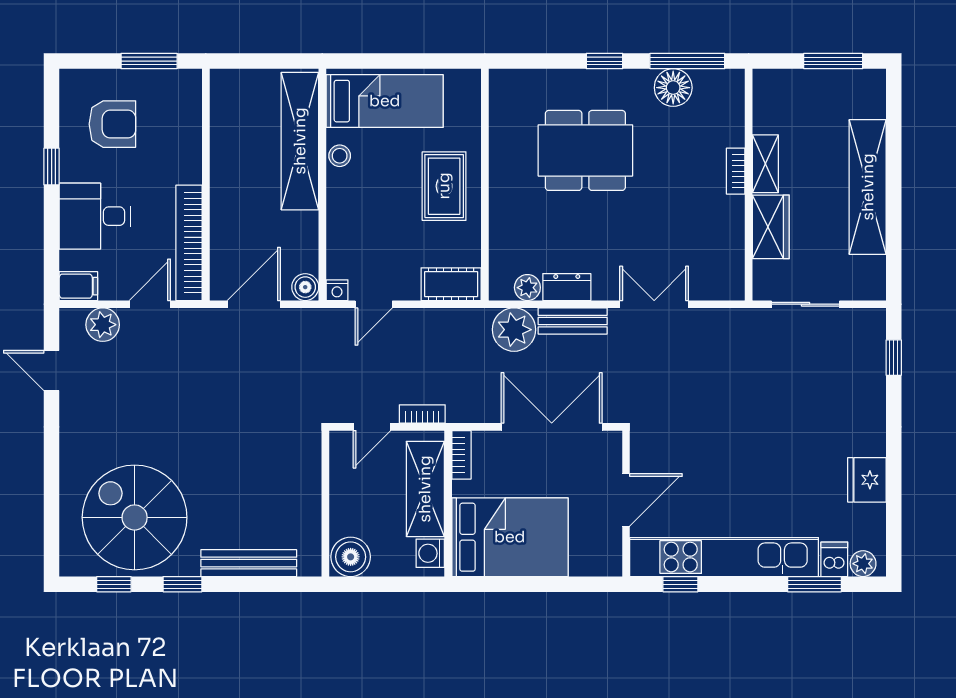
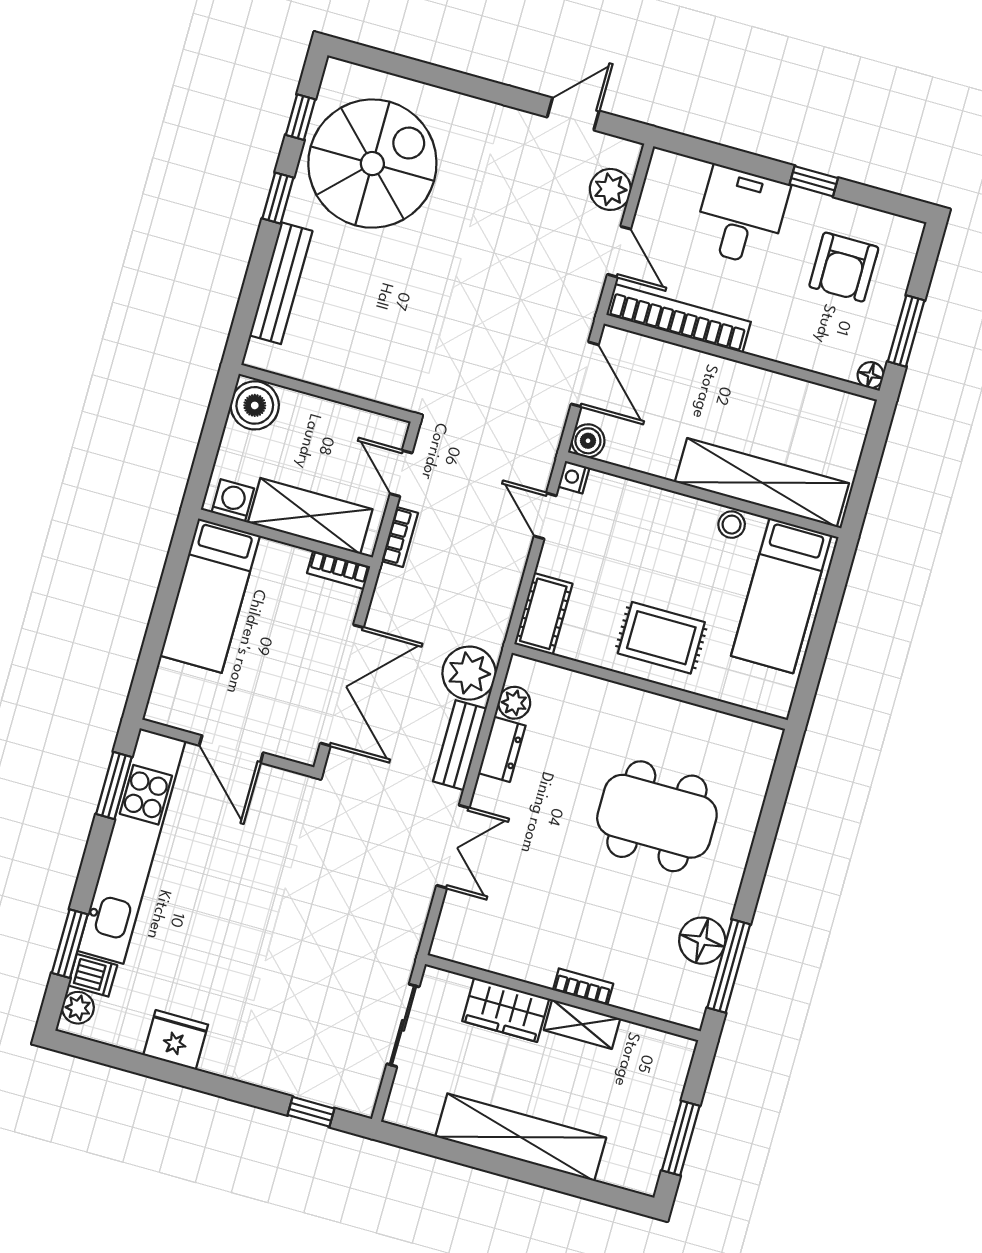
window: (605, 61) -> (756, 868), removed
floor lamp: (192, 79) -> (871, 375), added
dining table: (585, 150) -> (657, 816), turned 90
filing cabinet: (78, 286) -> (664, 173), removed
bed: (510, 537) -> (210, 596), width x0.67
window: (680, 584) -> (114, 785), width x1.50

